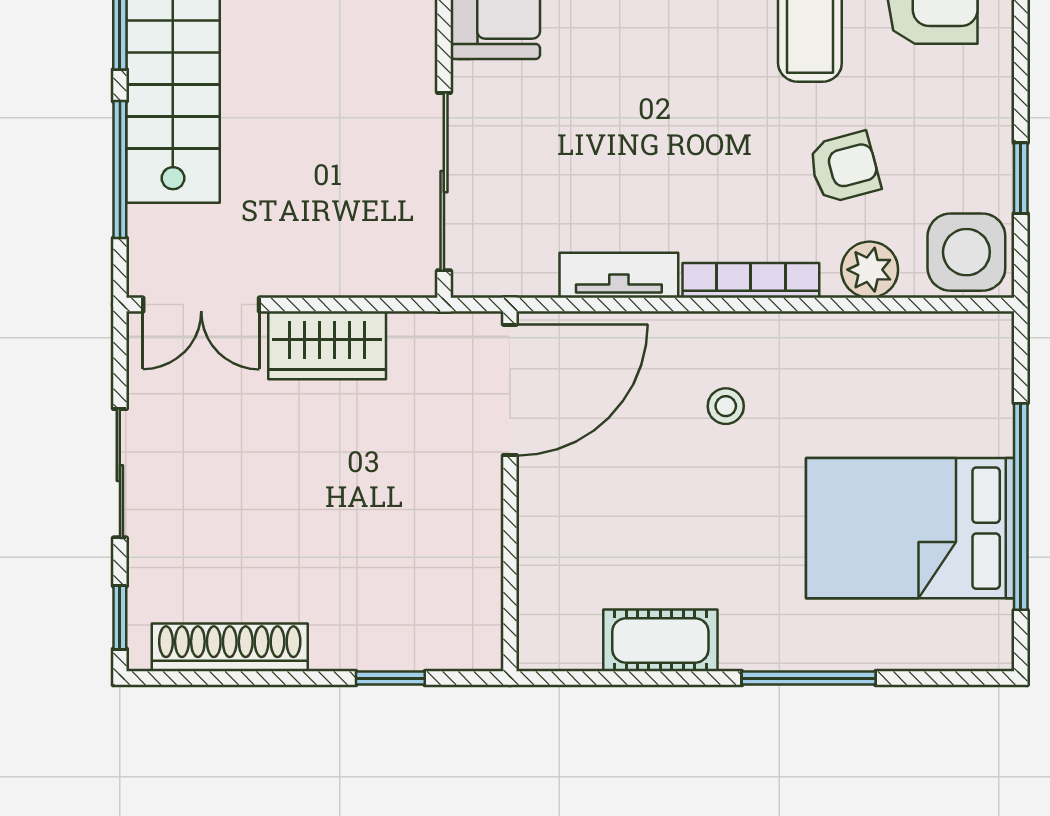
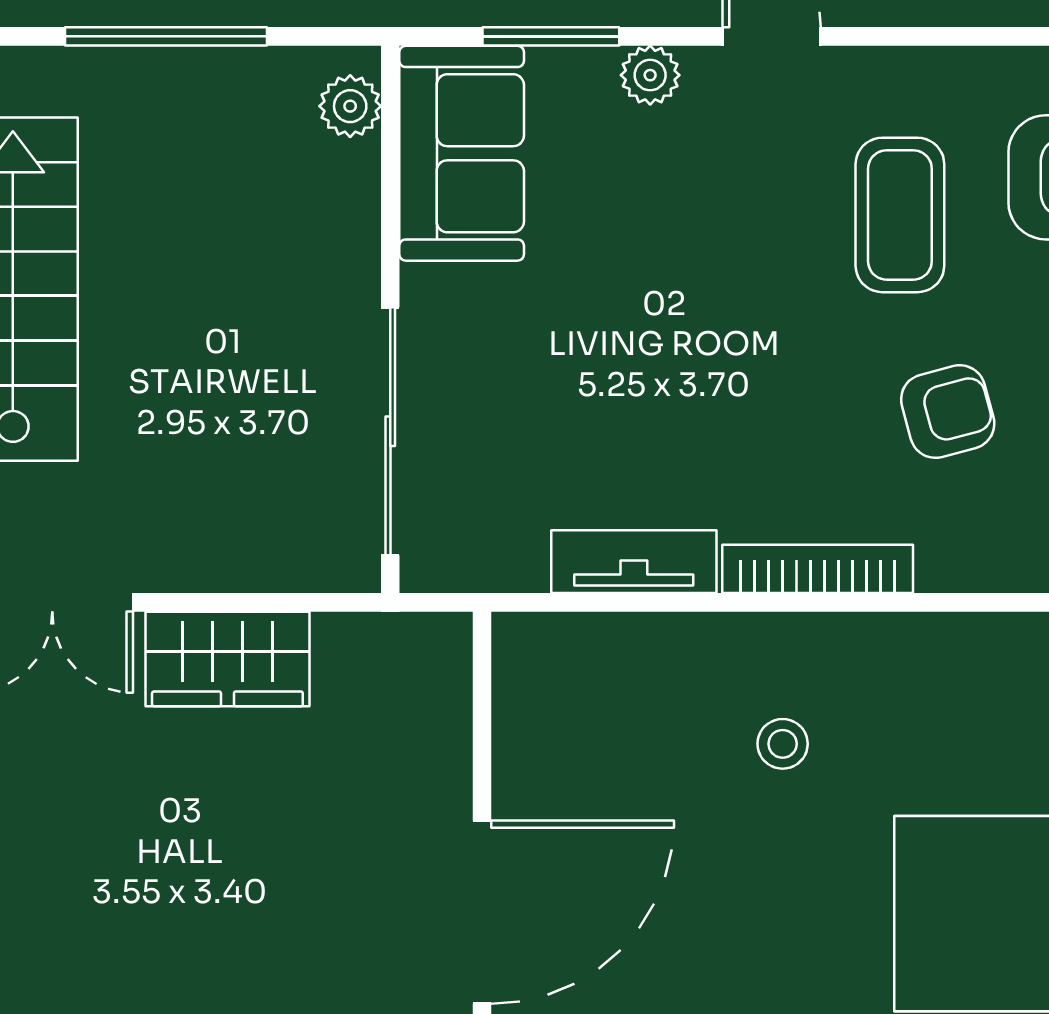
plant: (870, 270) -> (983, 554), removed
door: (510, 390) -> (482, 912), moved

